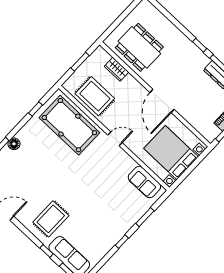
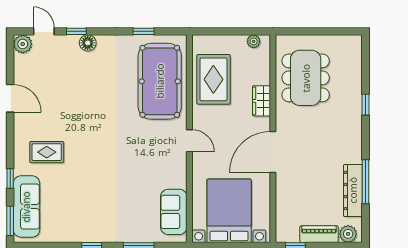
window: (200, 45) -> (365, 105), moved
plant: (95, 57) -> (254, 41), added
window: (80, 62) -> (234, 31), removed
wardrobe: (117, 69) -> (262, 101), moved
rug: (51, 219) -> (47, 152), width x0.73, depth x0.70

